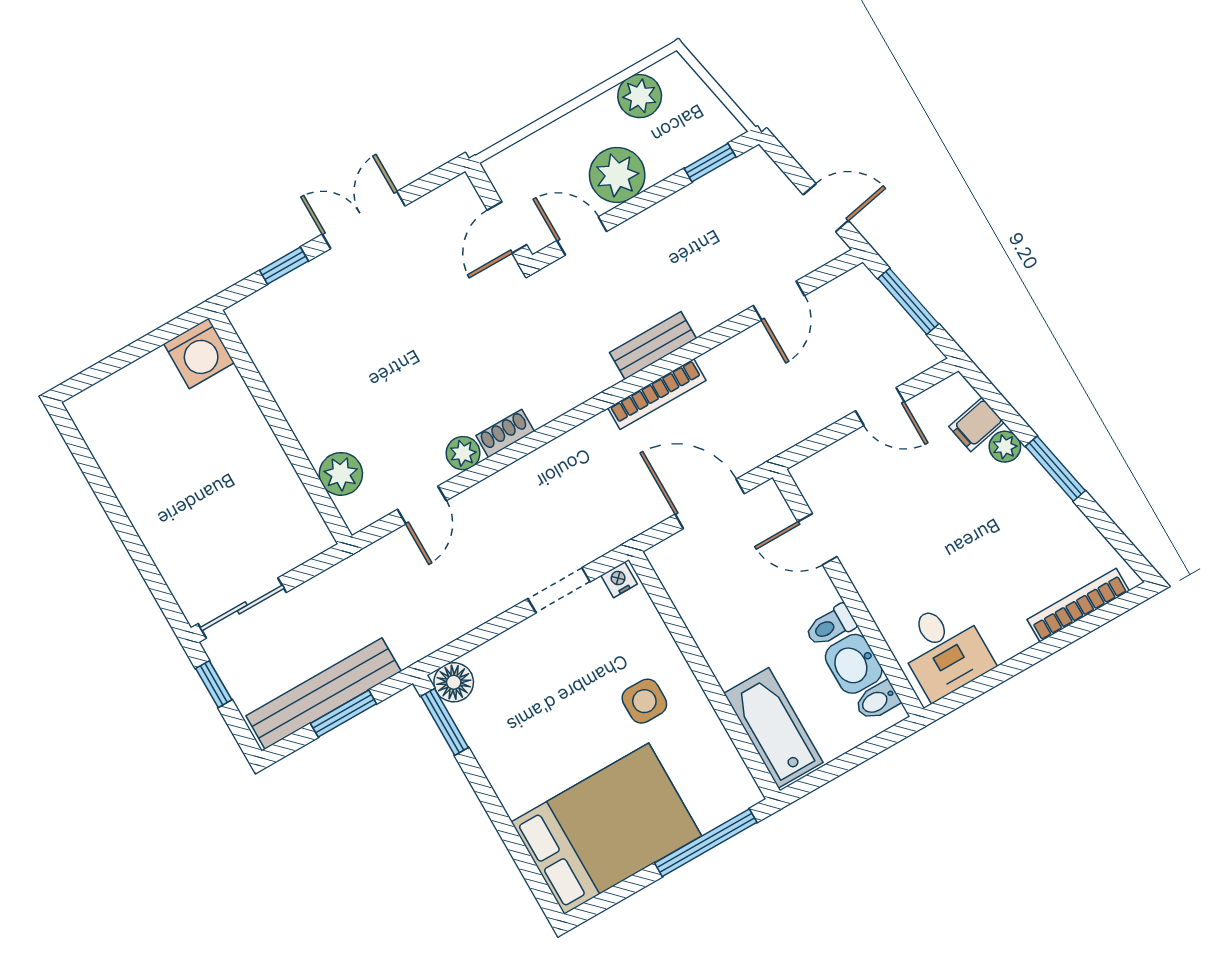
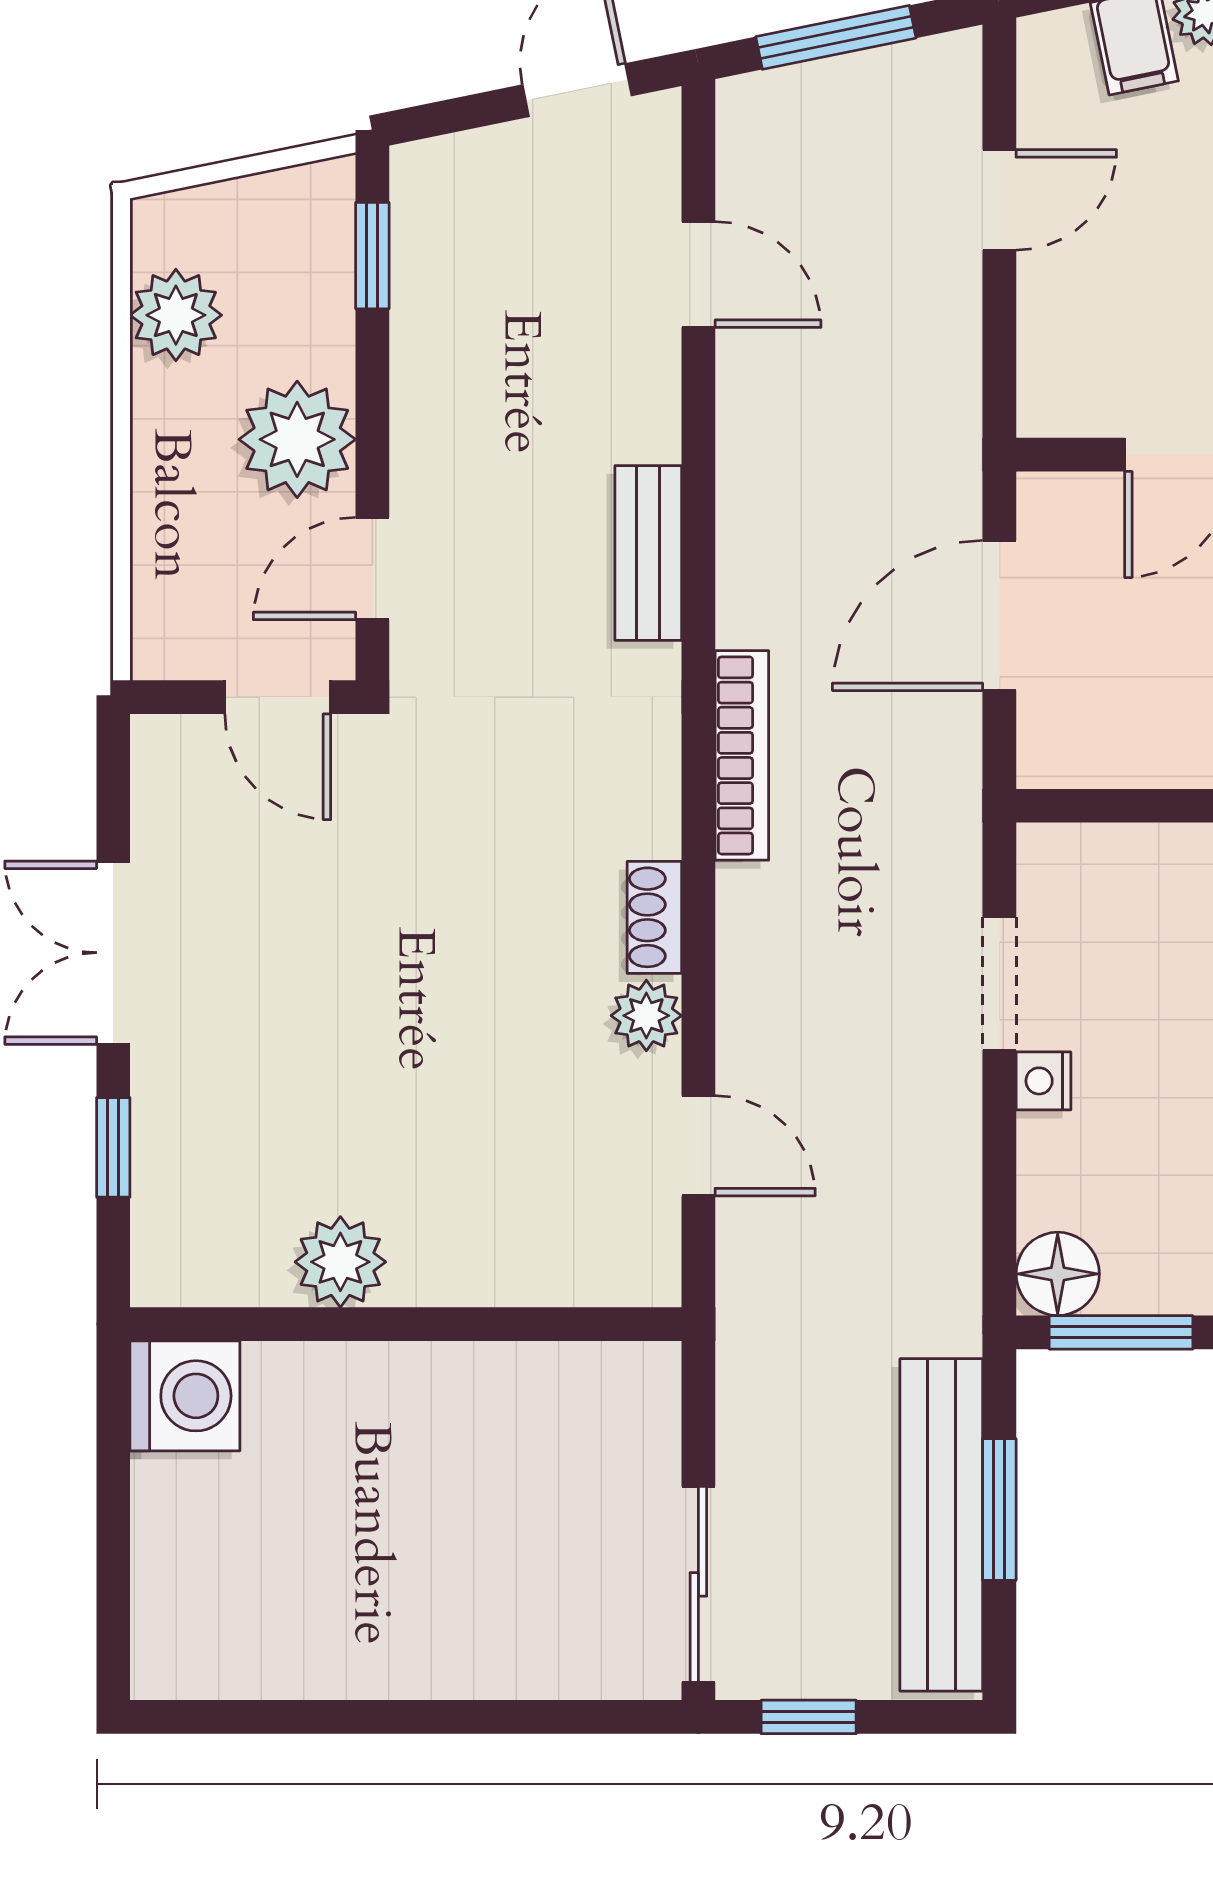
bookcase: (657, 394) -> (742, 755), moved
plant: (341, 474) -> (340, 1262), moved
nightstand: (619, 580) -> (1043, 1081), moved

